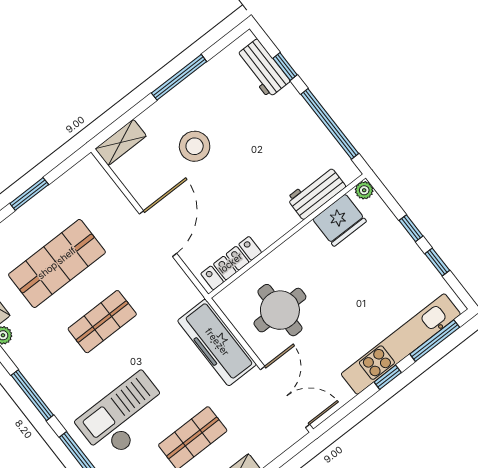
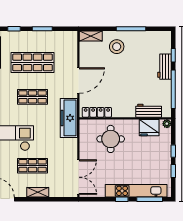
workbench: (263, 68) -> (164, 67), moved
stool: (195, 146) -> (117, 47), moved
round table: (280, 310) -> (111, 139), moved
freezer: (217, 342) -> (69, 118), moved

